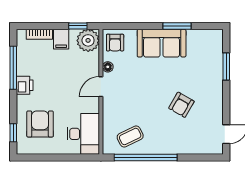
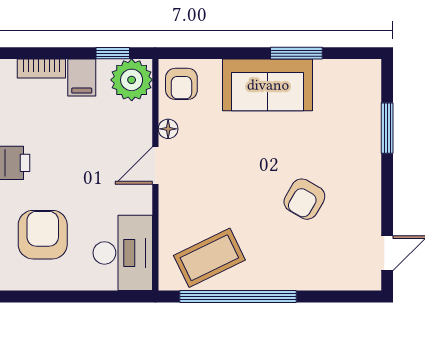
coffee table: (130, 136) -> (209, 258), width x1.36, depth x1.30

